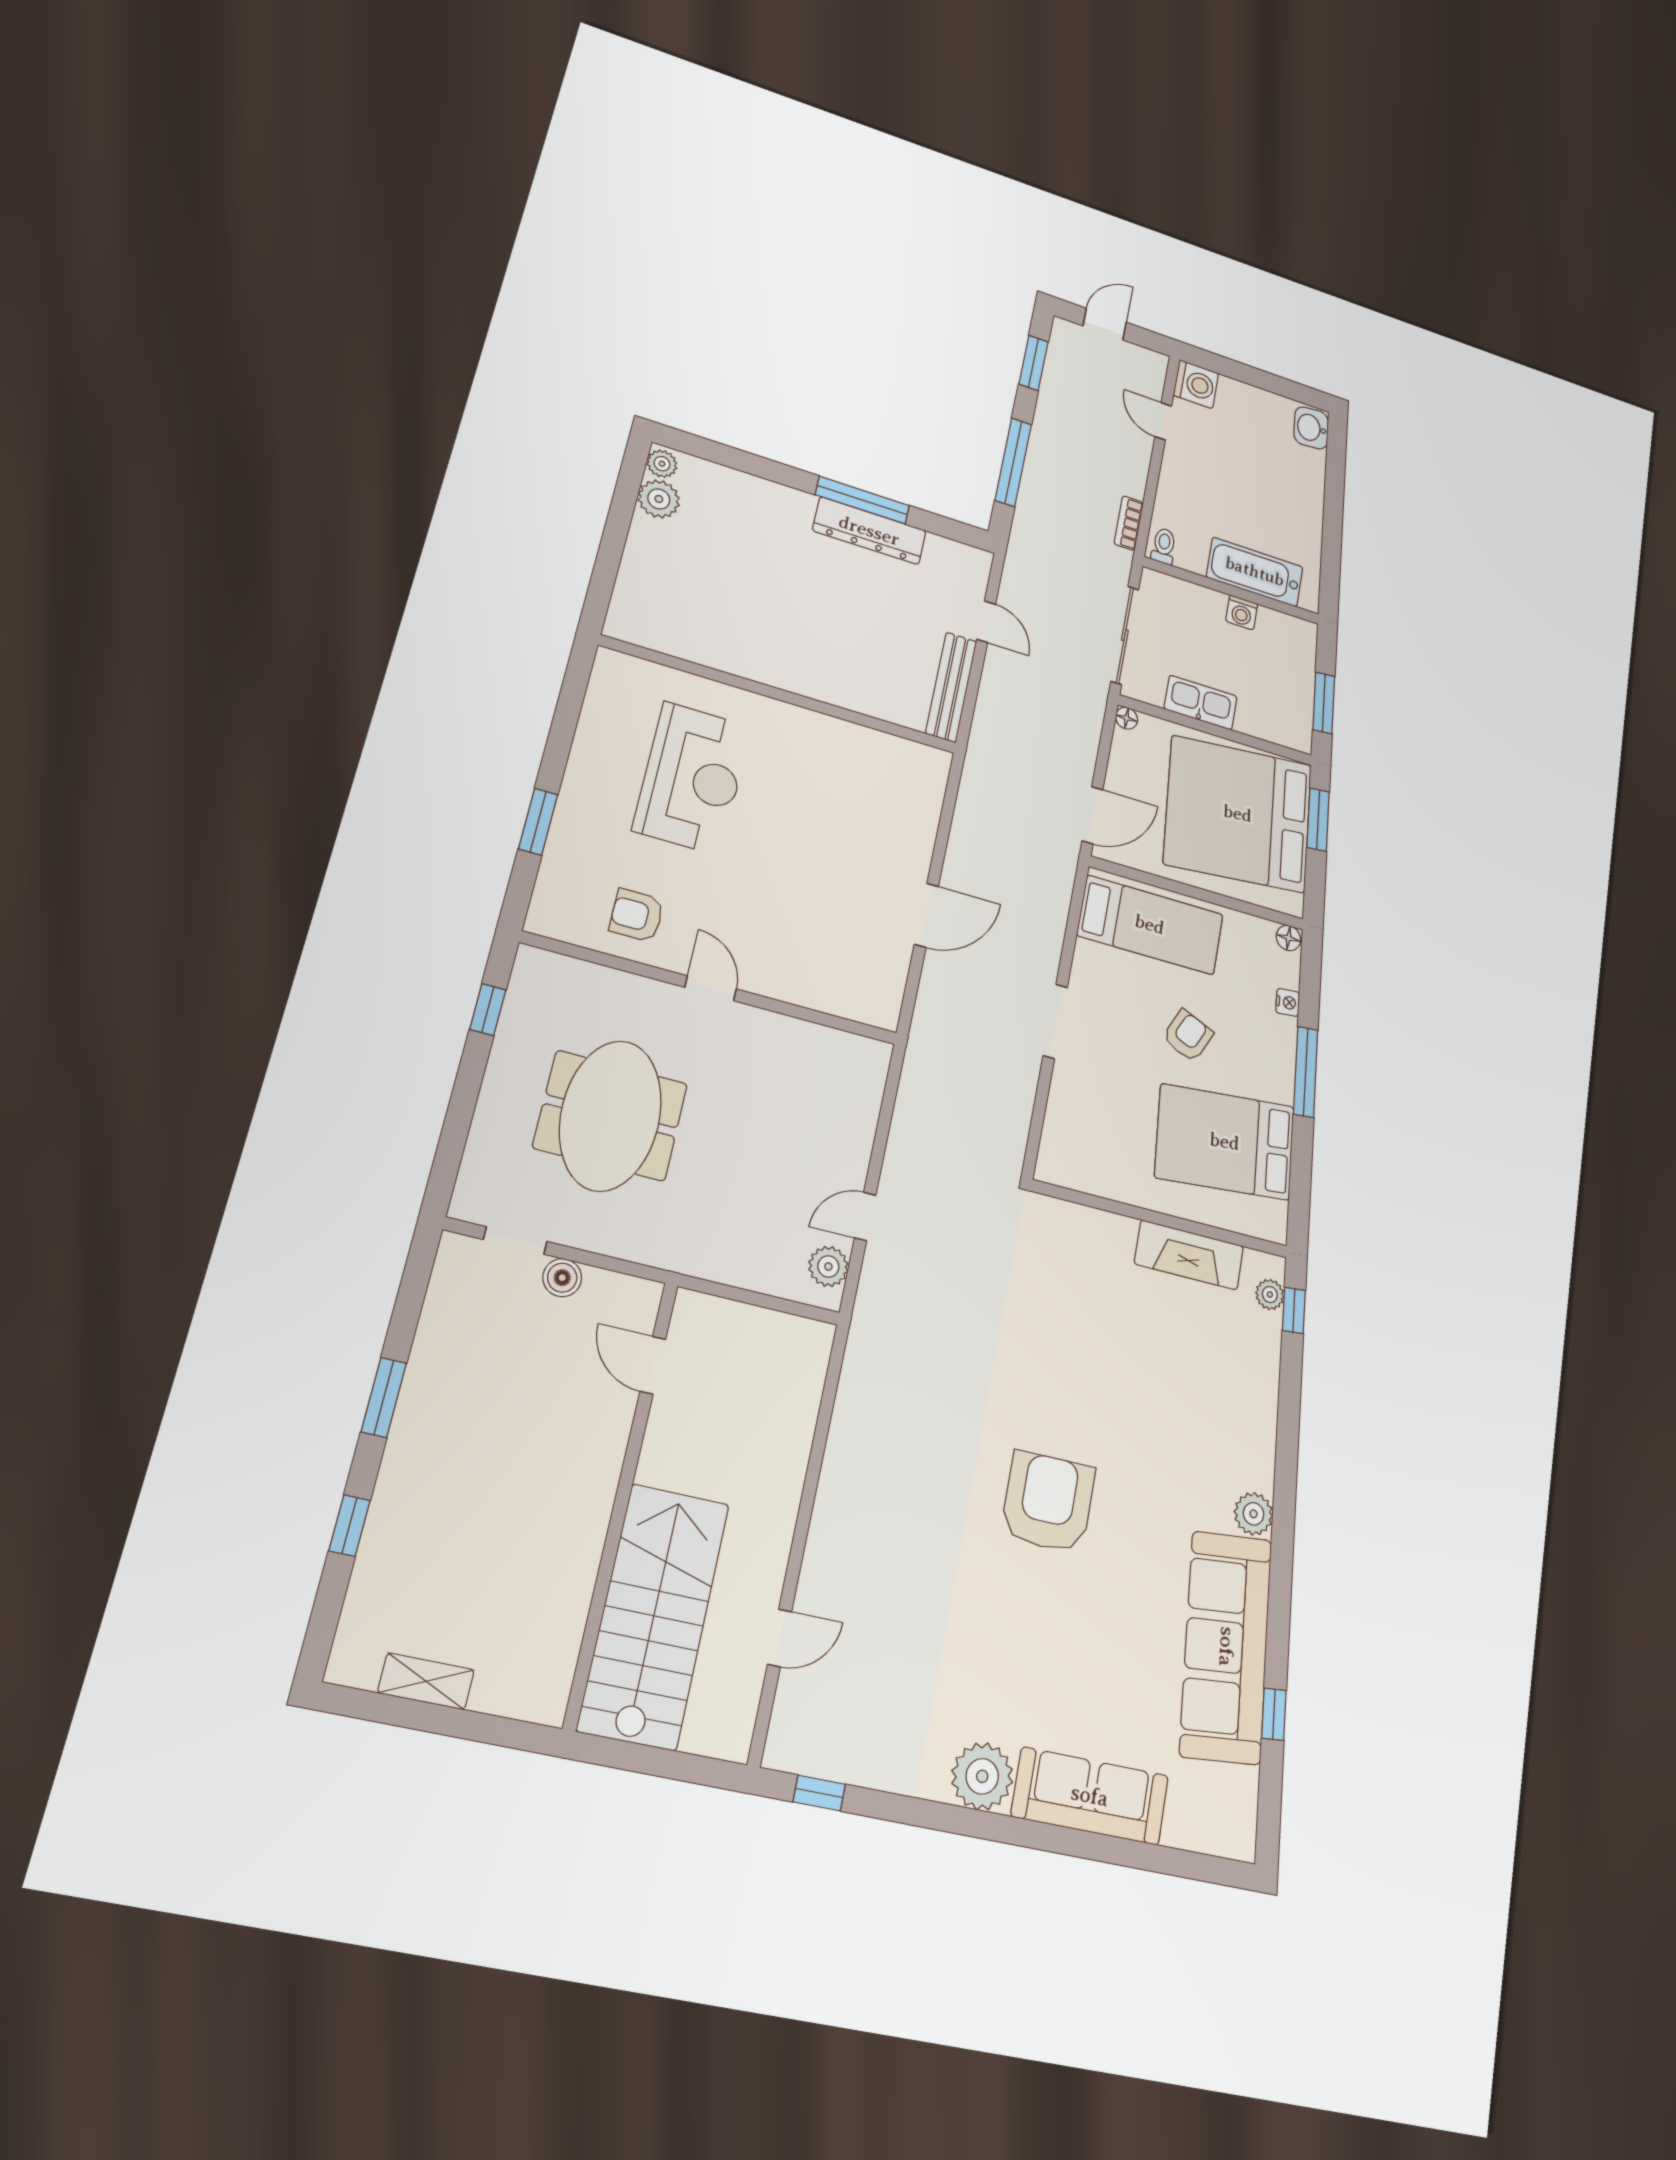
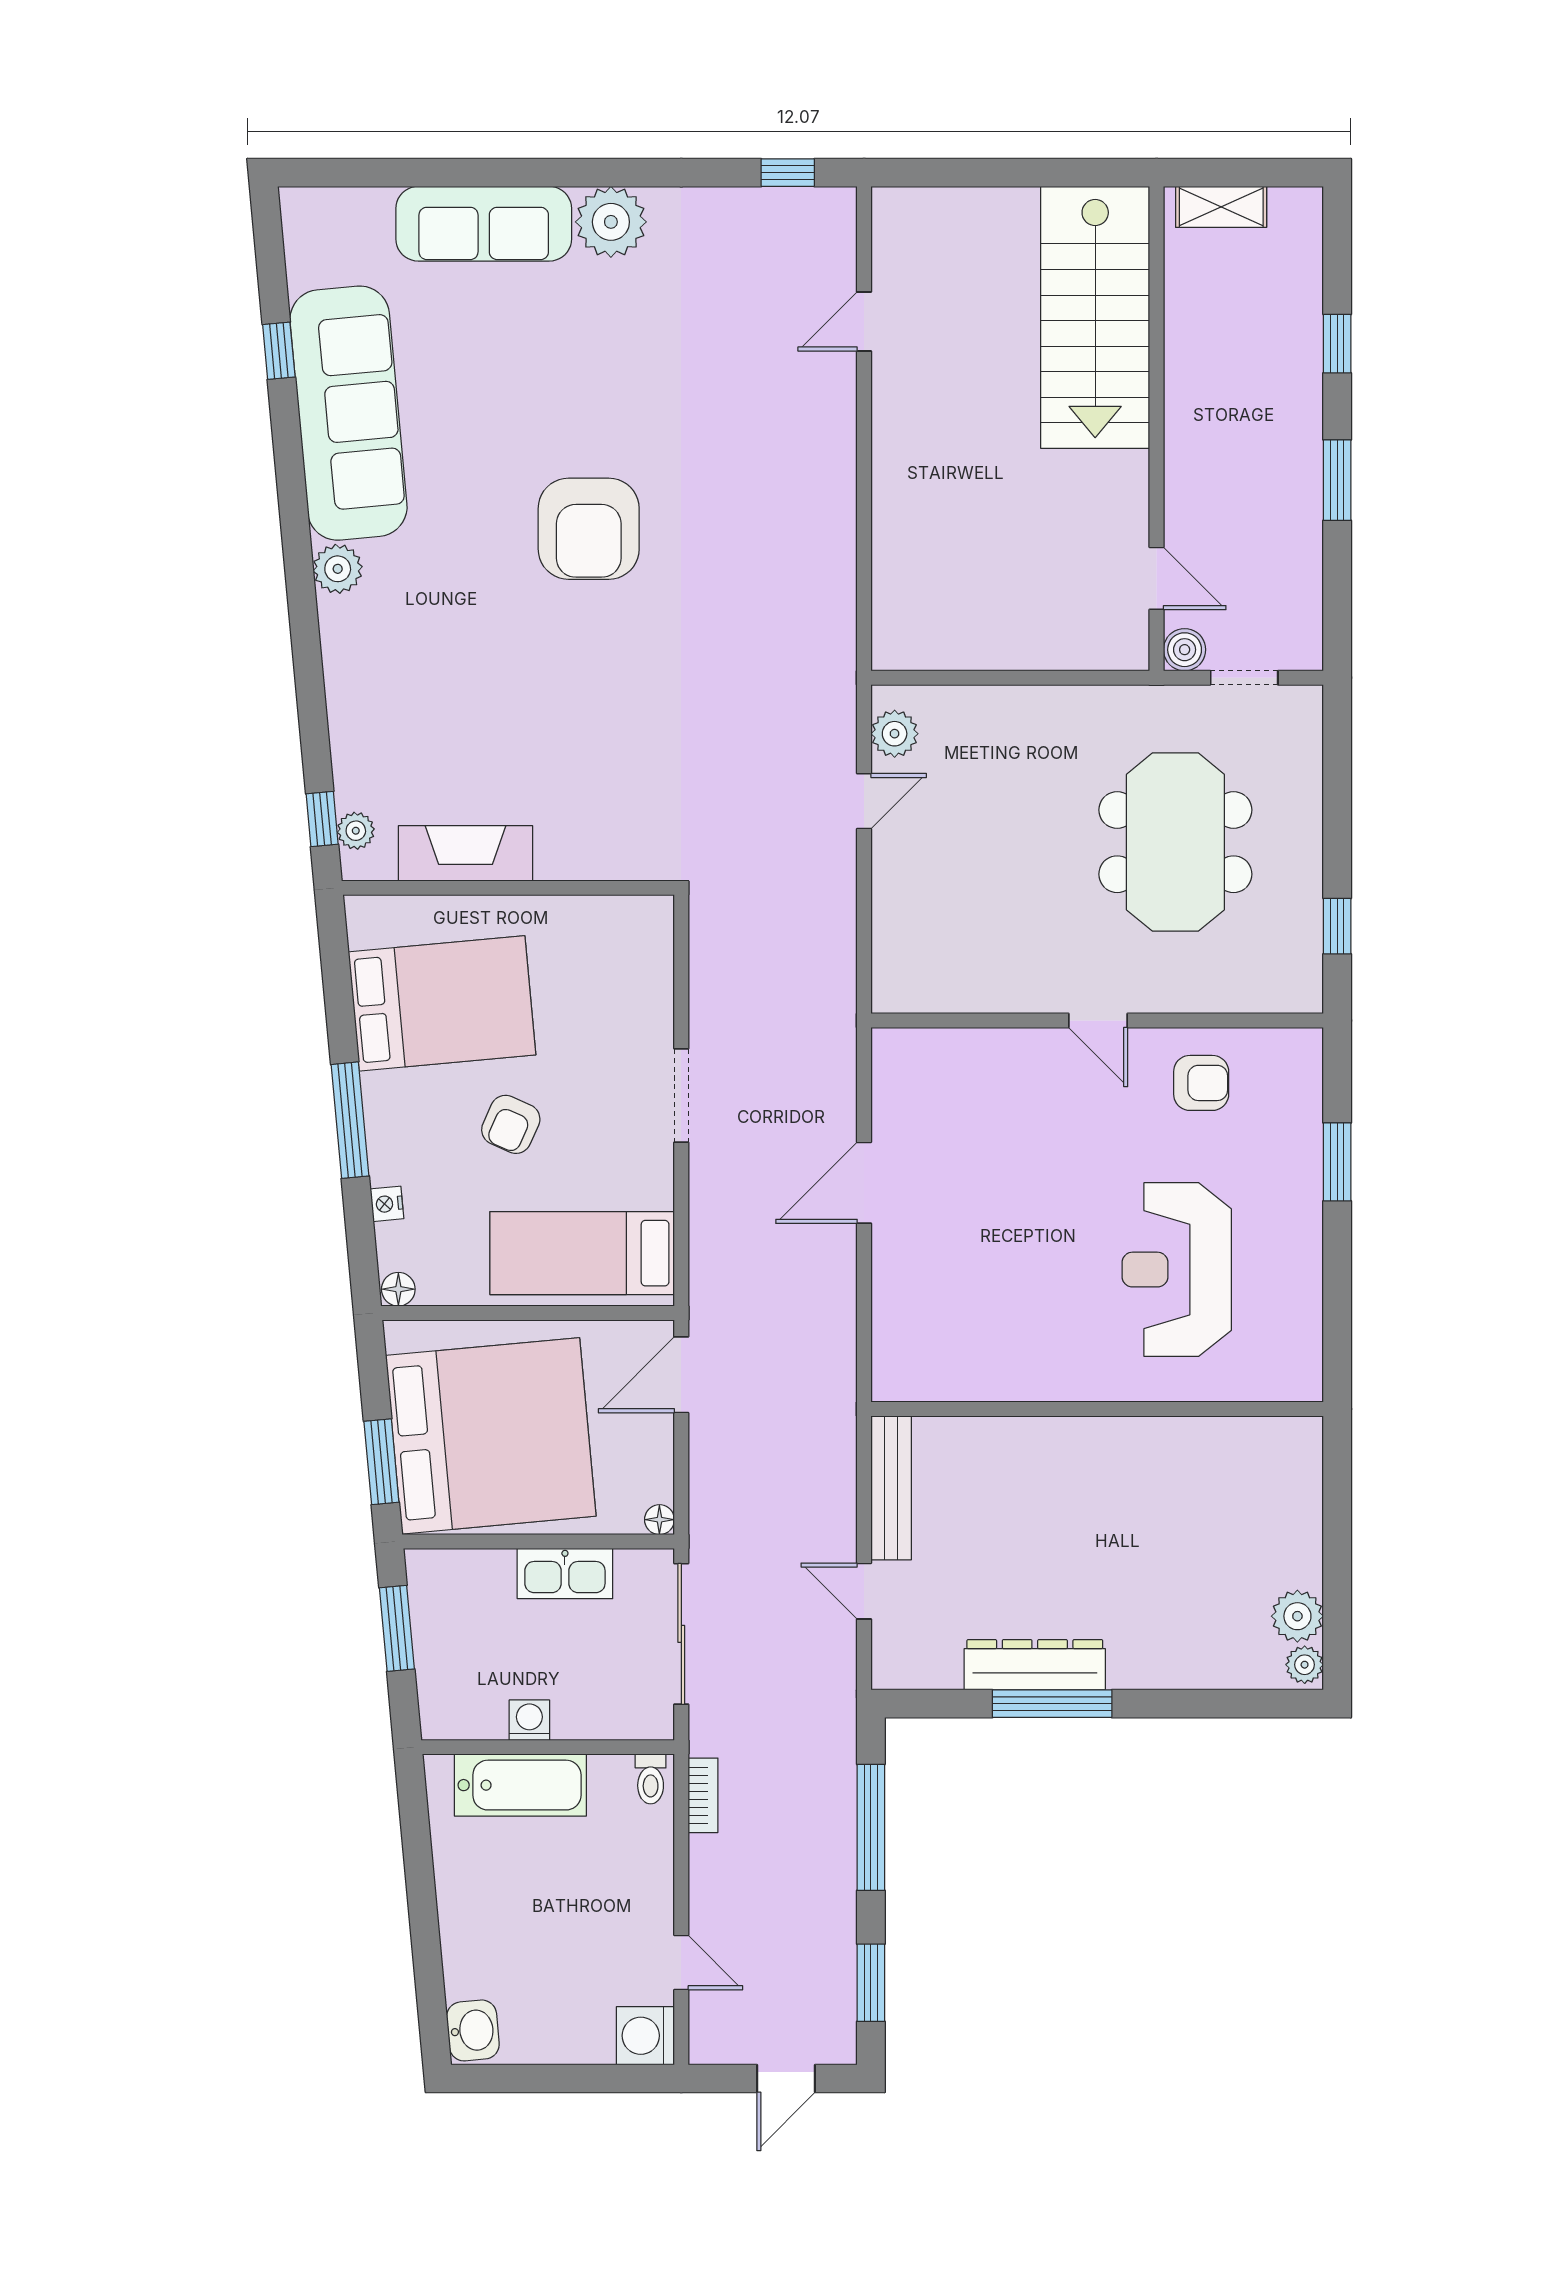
door: (653, 1365) -> (1157, 578), moved
wall: (622, 1500) -> (1157, 429), moved
stairs: (654, 1616) -> (1095, 317), moved

